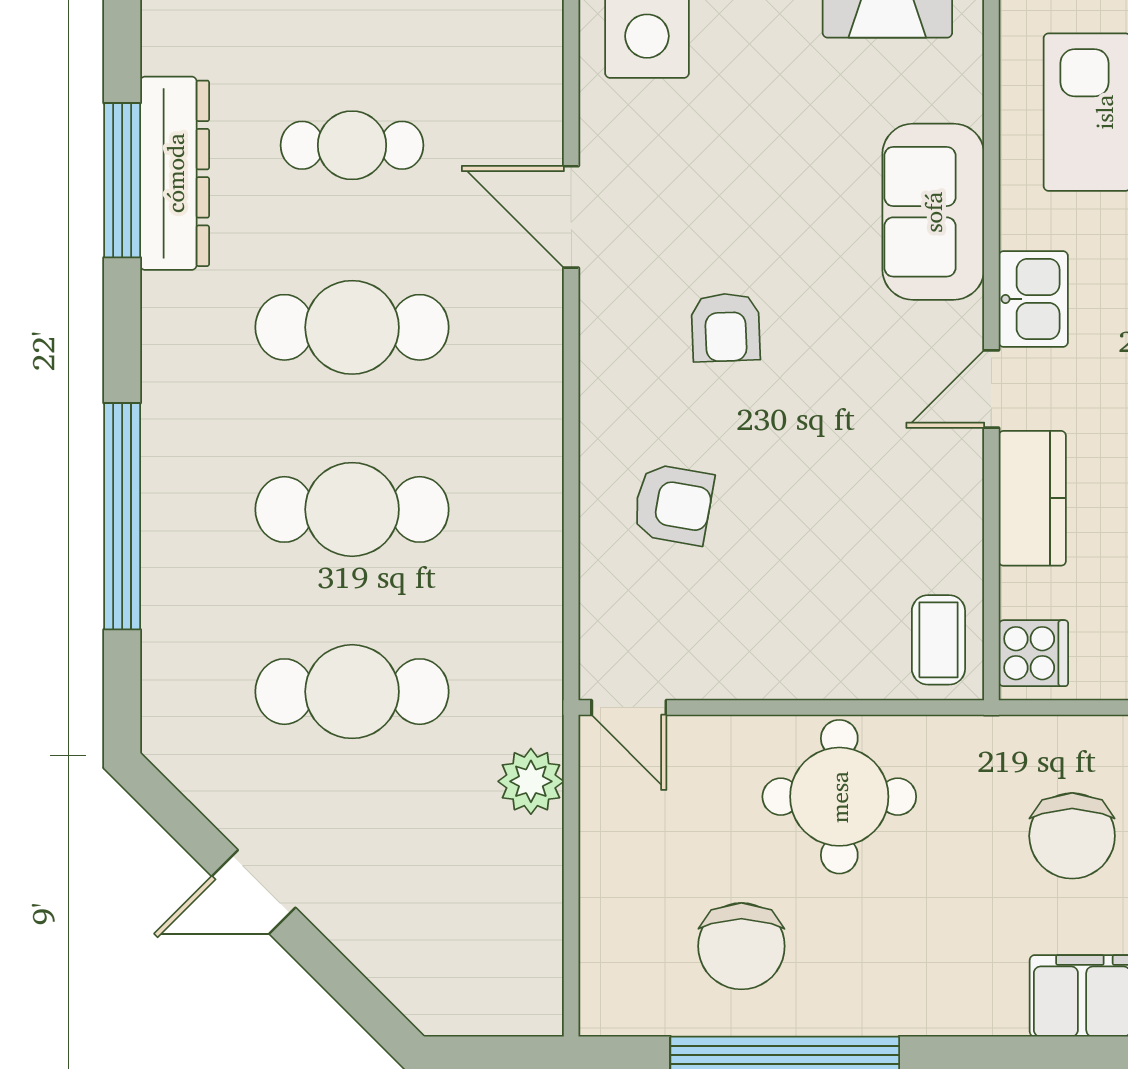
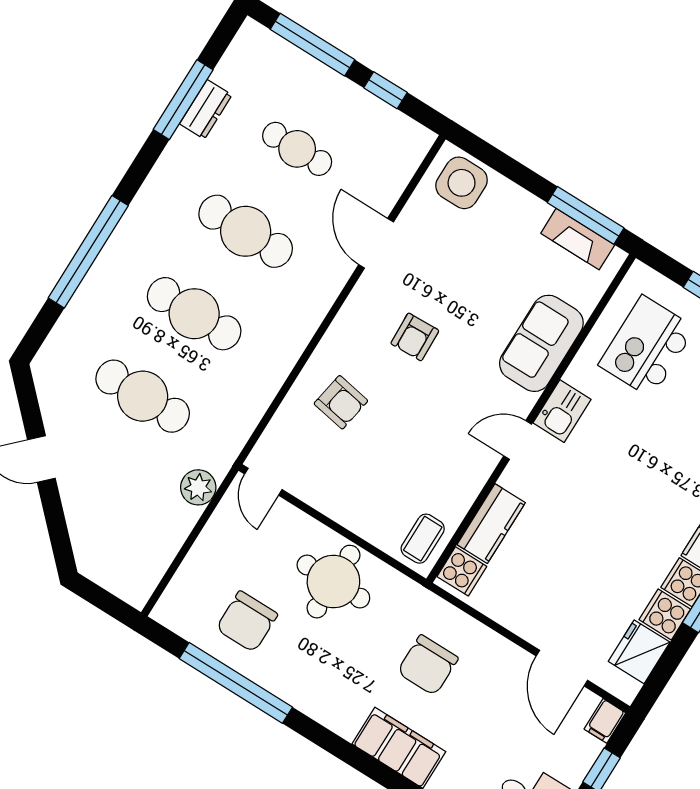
dresser: (175, 173) -> (206, 109), width x0.51, depth x0.80
kitchen counter: (1032, 498) -> (491, 524), moved

